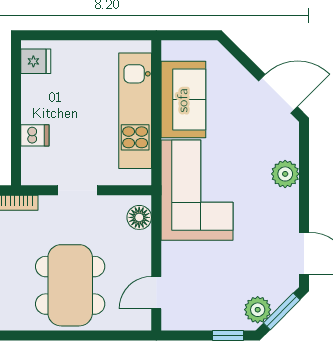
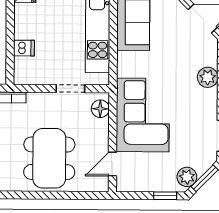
doorway: (78, 190) -> (70, 89), moved
corner sofa: (197, 190) -> (143, 115), moved

